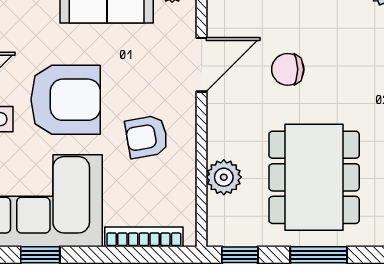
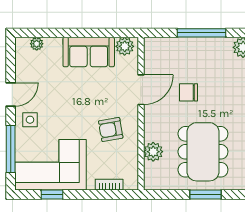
armchair: (66, 100) -> (66, 109), removed
bookcase: (144, 237) -> (109, 185), width x0.64
window: (240, 255) -> (162, 195), removed

